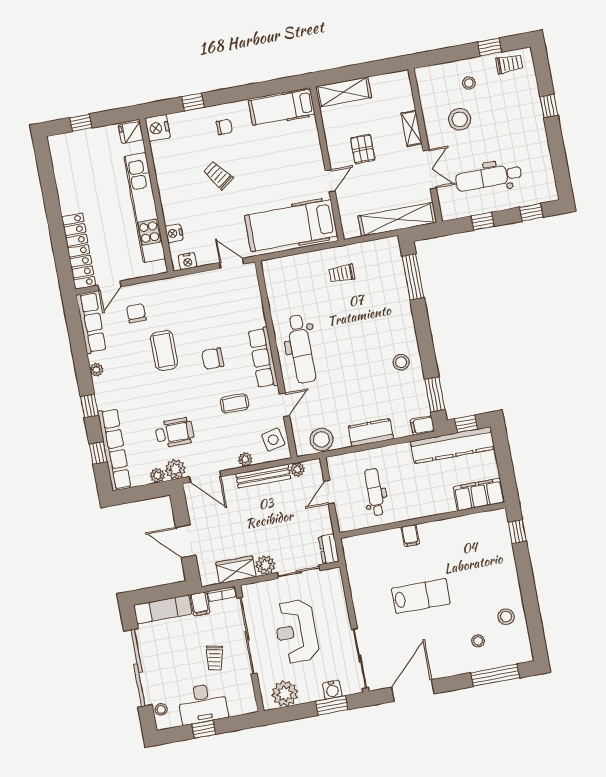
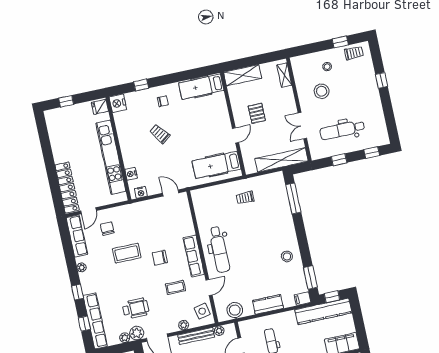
shelving: (412, 129) -> (284, 75), moved
double door: (430, 169) -> (302, 126), swing flipped
hospital bed: (291, 226) -> (216, 165), width x0.73, depth x0.78
coffee table: (164, 350) -> (127, 253), turned 90

